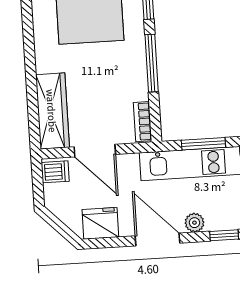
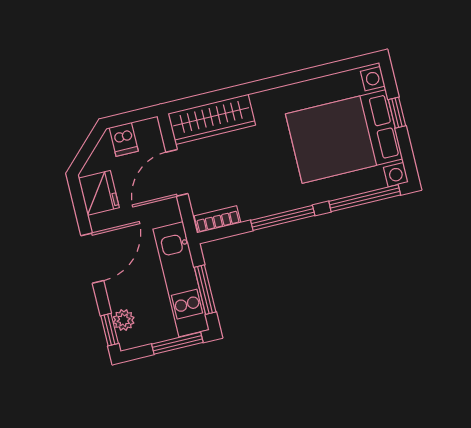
dishwasher: (55, 172) -> (124, 139), moved
plant: (194, 223) -> (124, 320), moved

